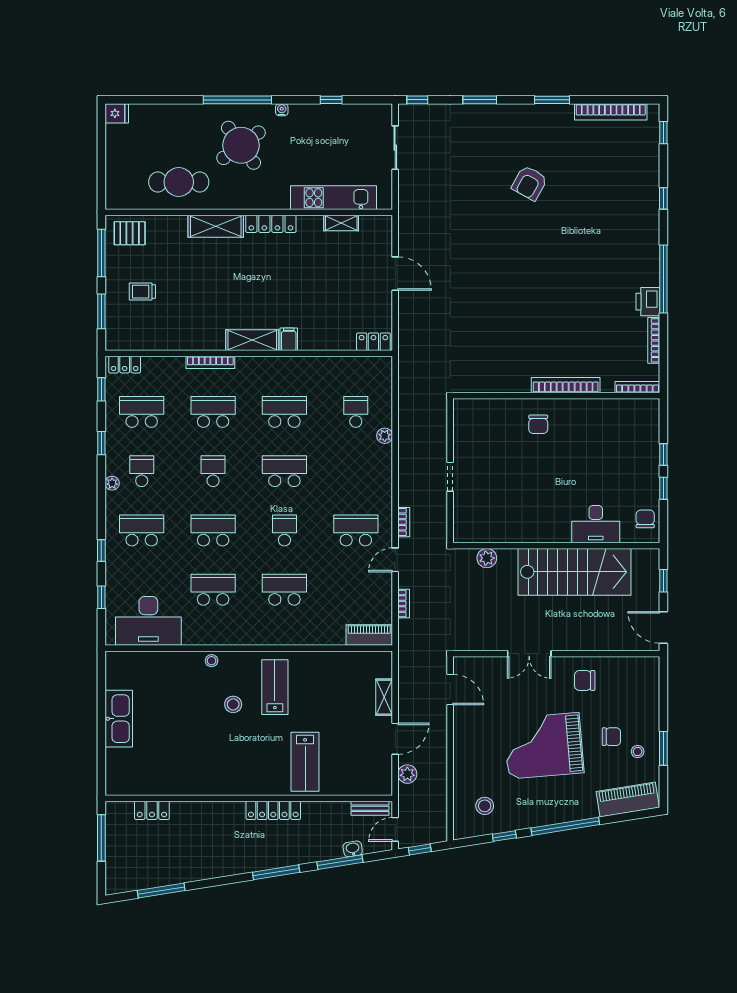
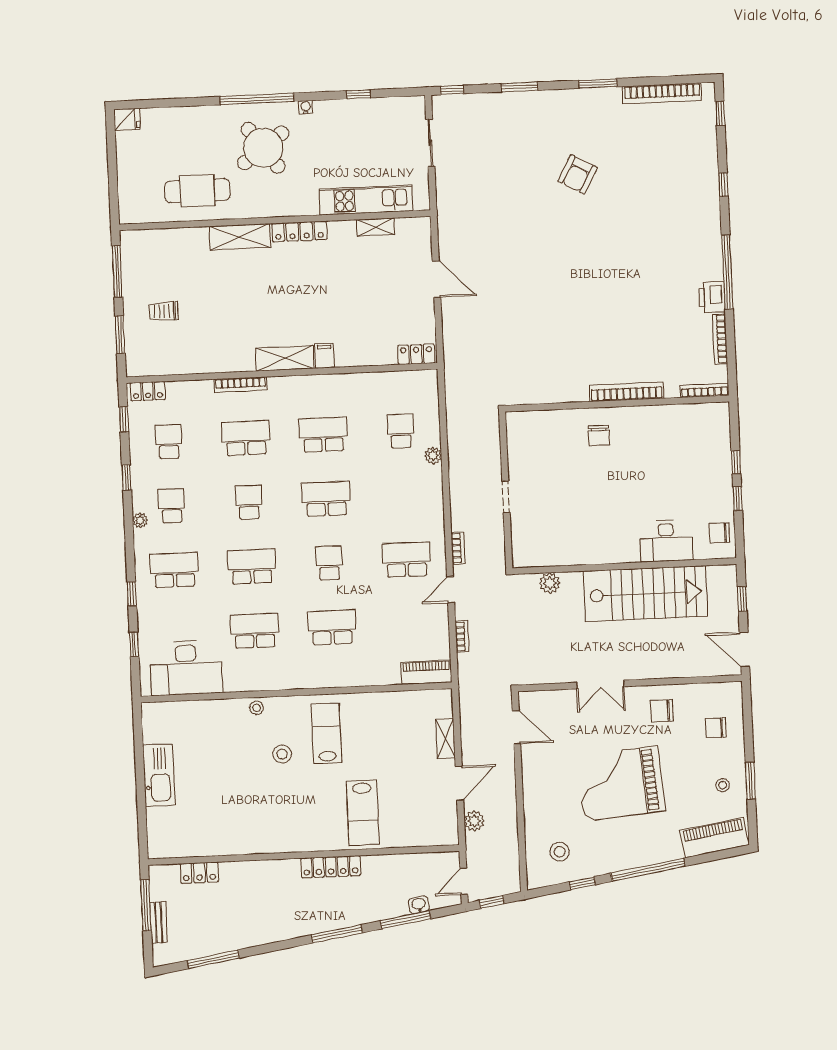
pallet: (130, 233) -> (147, 249), removed
school desk: (142, 412) -> (169, 442), width x0.54
chair: (645, 519) -> (719, 533), turned -90
chair: (611, 737) -> (716, 728), moved, turned 180
bench: (370, 808) -> (159, 922), moved, turned 90

